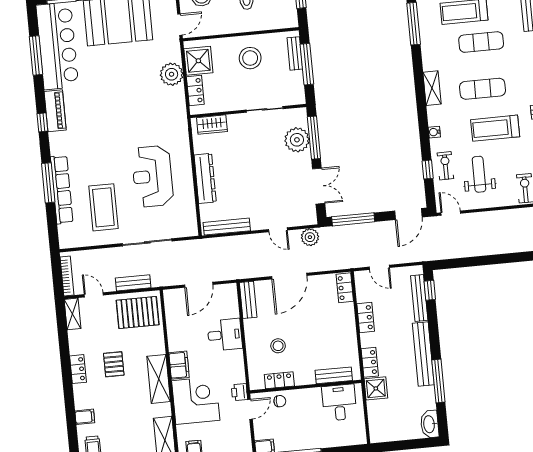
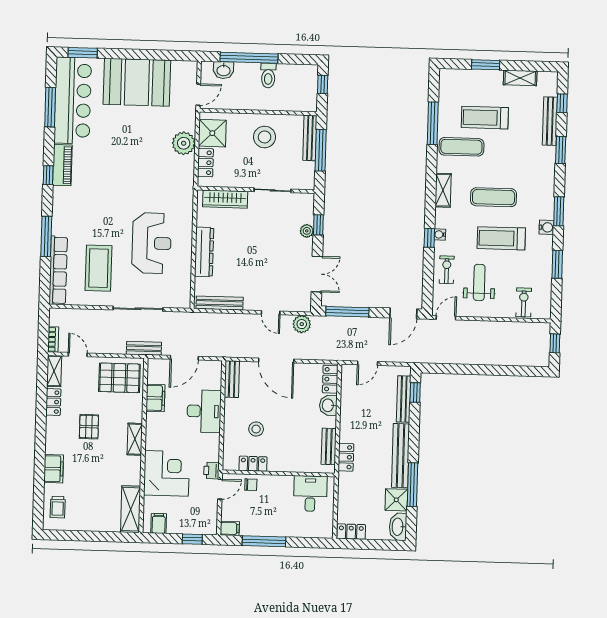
exercise mat: (481, 42) -> (461, 147), moved
bench: (295, 53) -> (310, 138), width x1.36
wardrobe: (212, 125) -> (225, 199), width x1.50
window: (314, 138) -> (318, 225), width x0.46
plant: (297, 140) -> (307, 231), width x0.53, depth x0.53
window: (428, 170) -> (429, 238), moved
reception desk: (152, 176) -> (152, 243), turned 180
row of seats: (62, 190) -> (58, 270), moved
door: (451, 213) -> (446, 318), hinge flipped
door: (379, 267) -> (368, 363), hinge flipped
bookcase: (67, 276) -> (53, 339), width x0.64
door: (289, 276) -> (276, 360), hinge flipped
bench: (133, 283) -> (144, 348), moved
washbasin: (346, 314) -> (328, 405), added
locker: (366, 318) -> (351, 532), moved, turned -90
desk: (225, 335) -> (204, 411), width x1.37
filing cabinet: (179, 365) -> (155, 398), moved
locker: (78, 369) -> (53, 402), moved
bench: (334, 375) -> (329, 446), moved, turned 90
shelving: (159, 379) -> (135, 439), width x0.67, depth x0.75
shower: (376, 388) -> (396, 500), moved
filing cabinet: (85, 417) -> (54, 469), width x2.00

